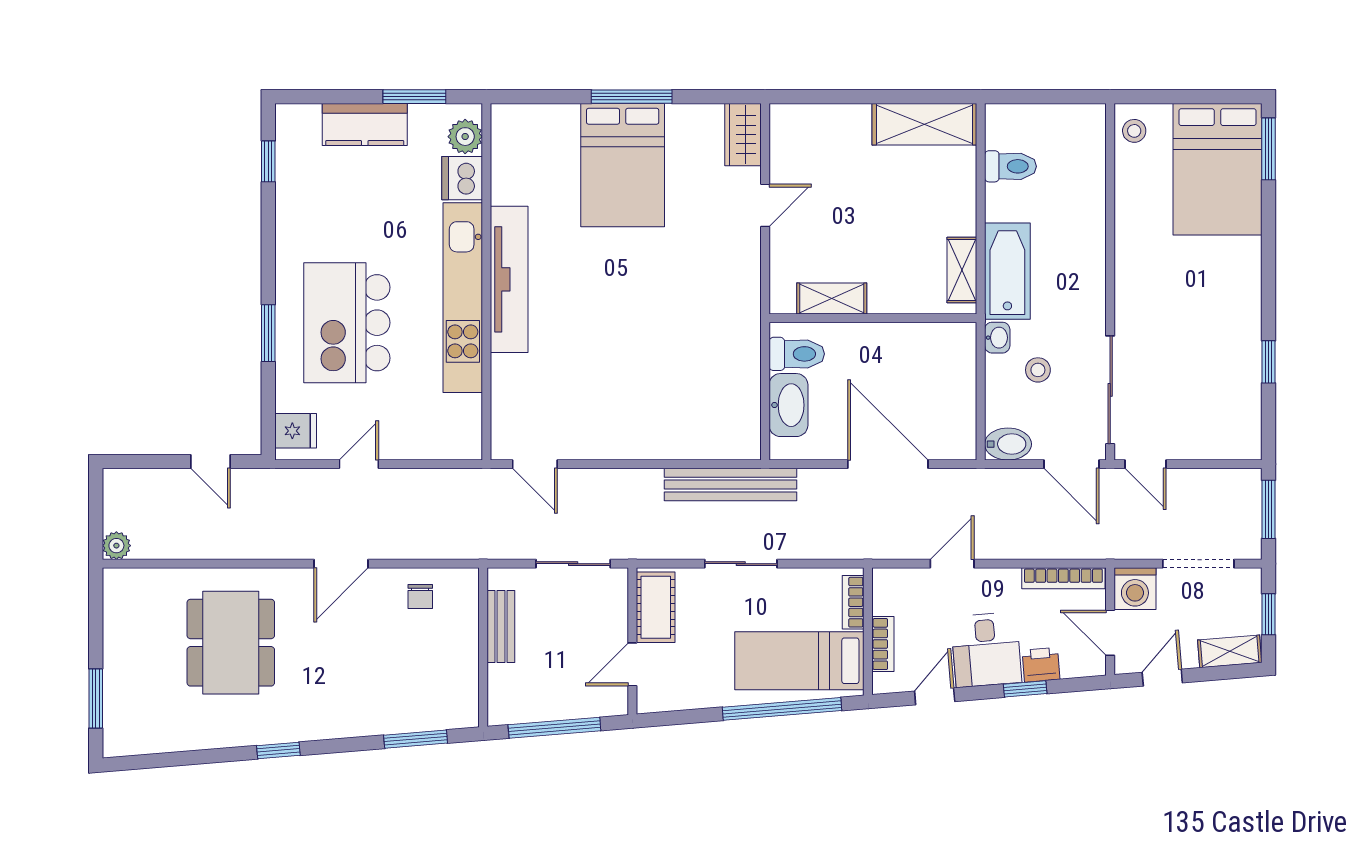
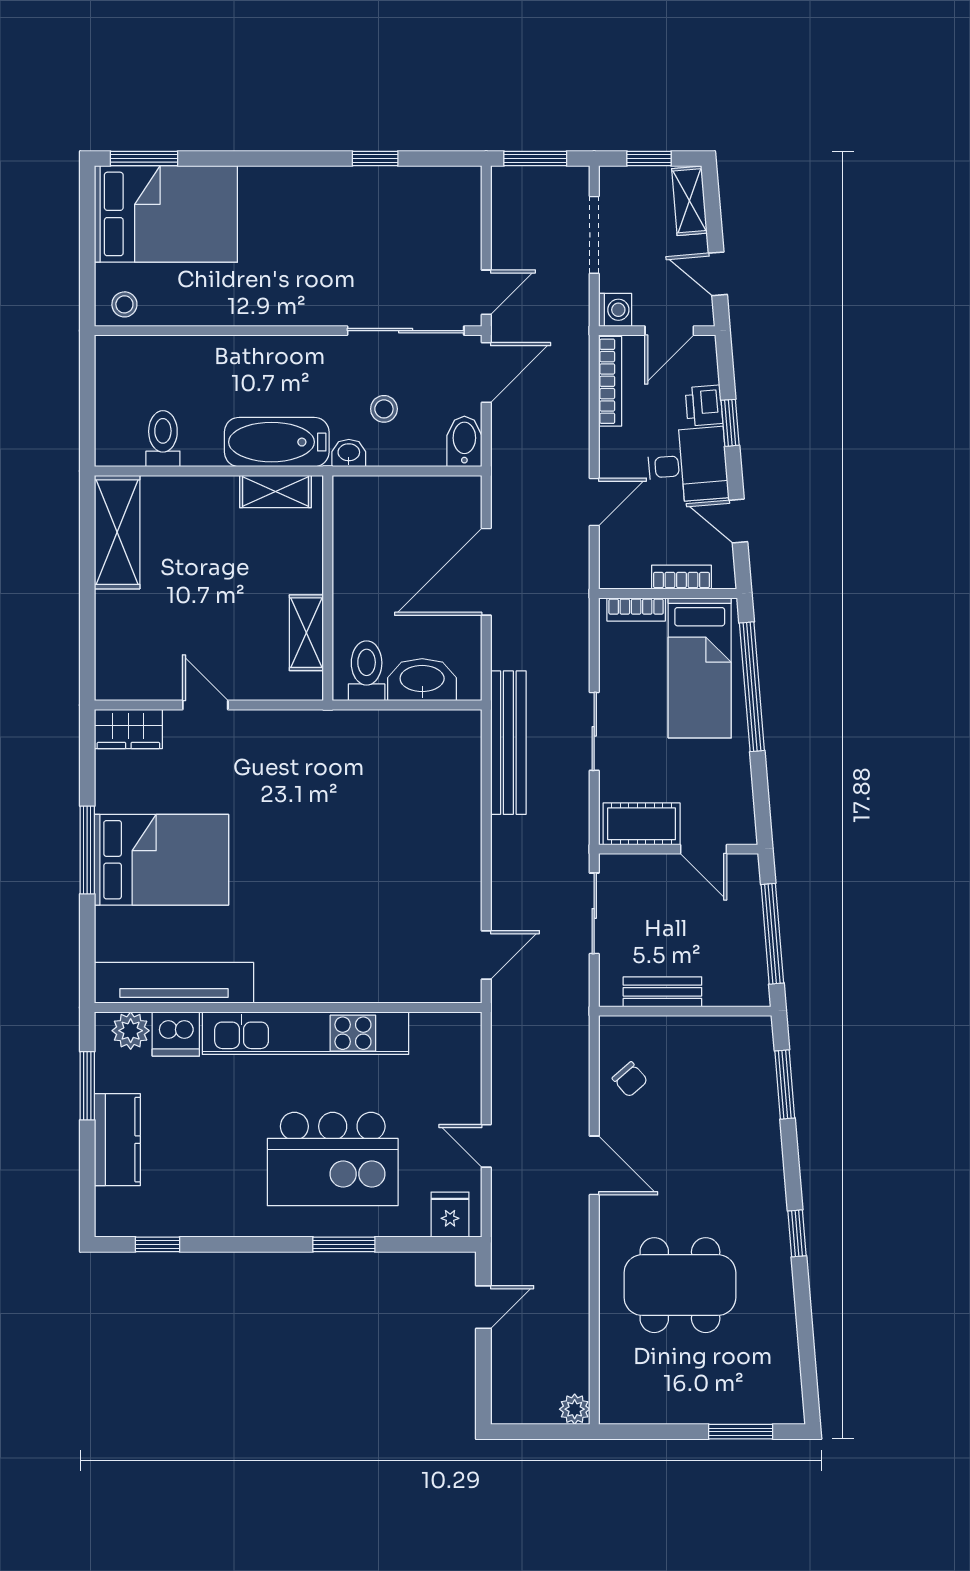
tv unit: (509, 279) -> (174, 983), moved
door: (952, 564) -> (594, 502), swing flipped
washing machine: (1135, 589) -> (615, 310), width x0.73, depth x0.73
chair: (420, 597) -> (630, 1079), turned 49

